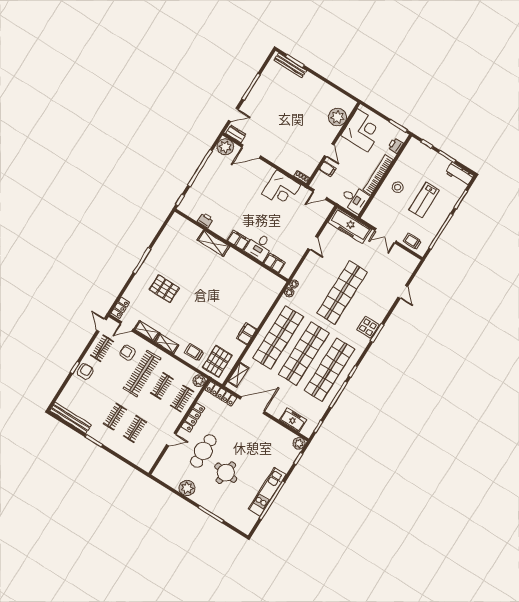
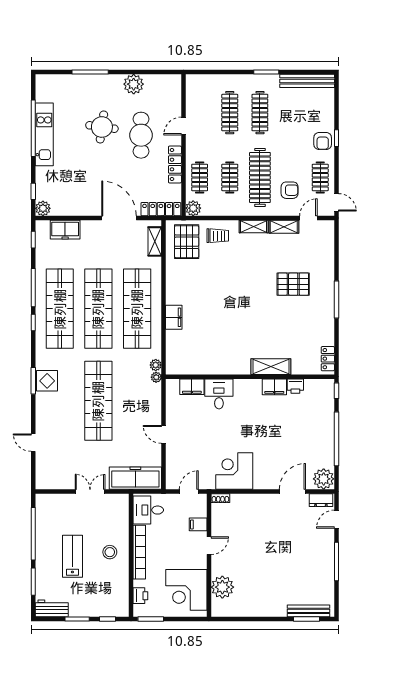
door: (329, 150) -> (209, 546), swing flipped
filing cabinet: (238, 240) -> (274, 387), moved
trolley: (412, 241) -> (57, 504), removed
locker: (120, 308) -> (328, 359), moved
filing cabinet: (247, 334) -> (174, 317), moved
door: (252, 405) -> (119, 218), swing flipped
clothes rail: (115, 416) -> (260, 113), width x1.36
clothes rail: (135, 429) -> (230, 113), width x1.36

